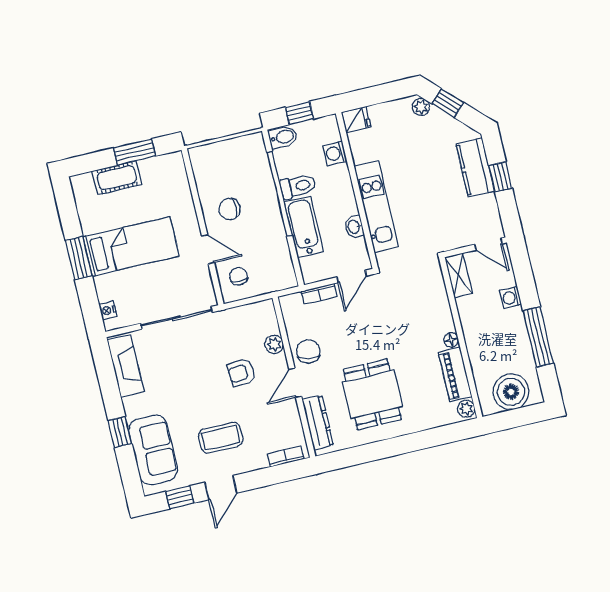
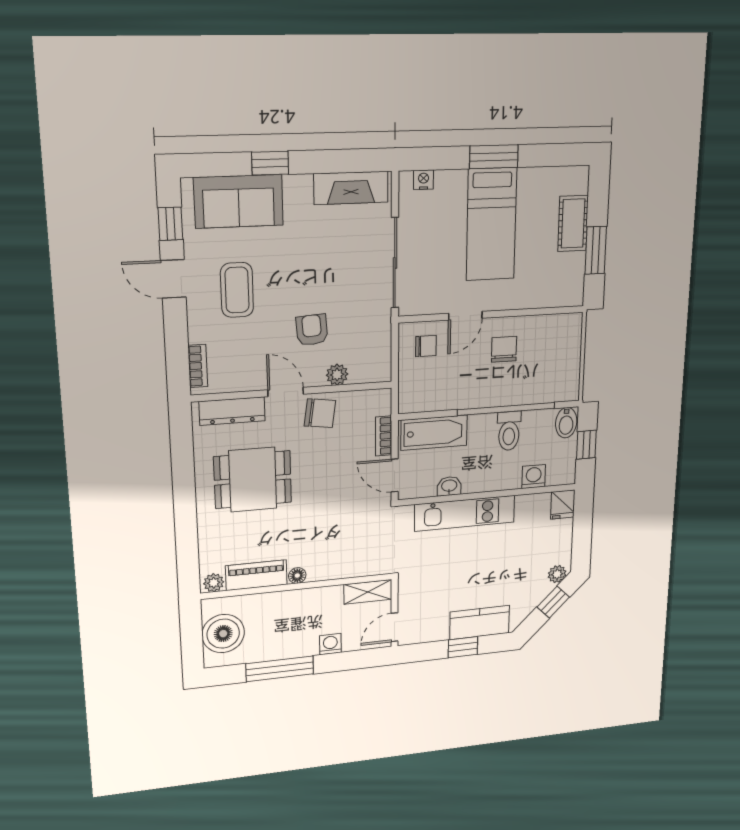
bathtub: (304, 227) -> (434, 433), moved

